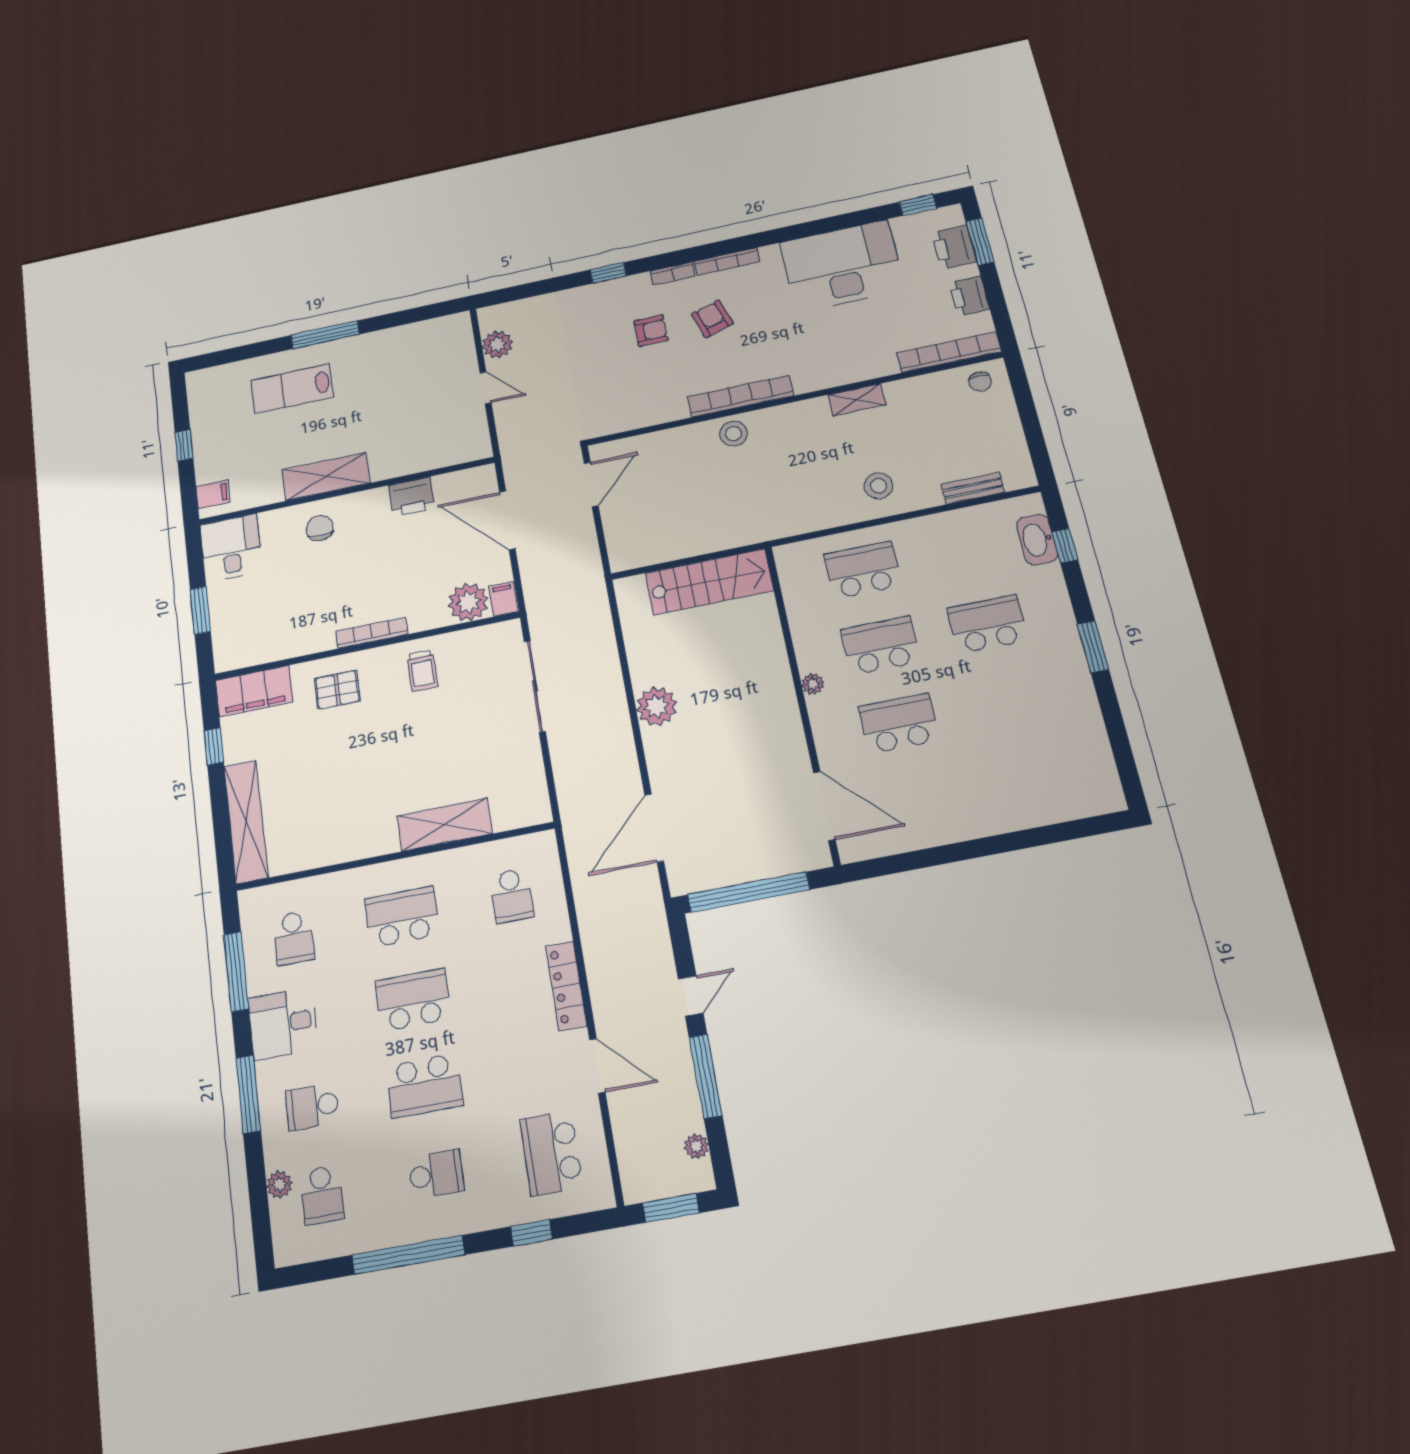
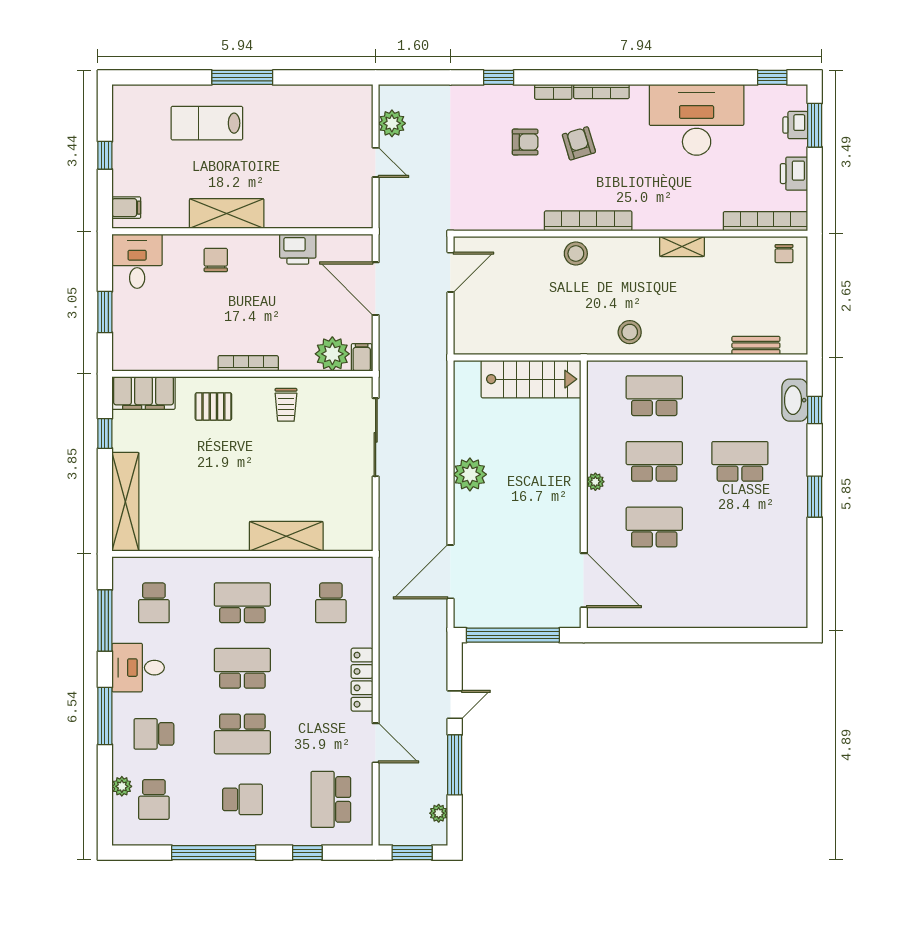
printer: (954, 247) -> (795, 125), width x0.73, depth x0.81
stool: (879, 486) -> (630, 332), moved

